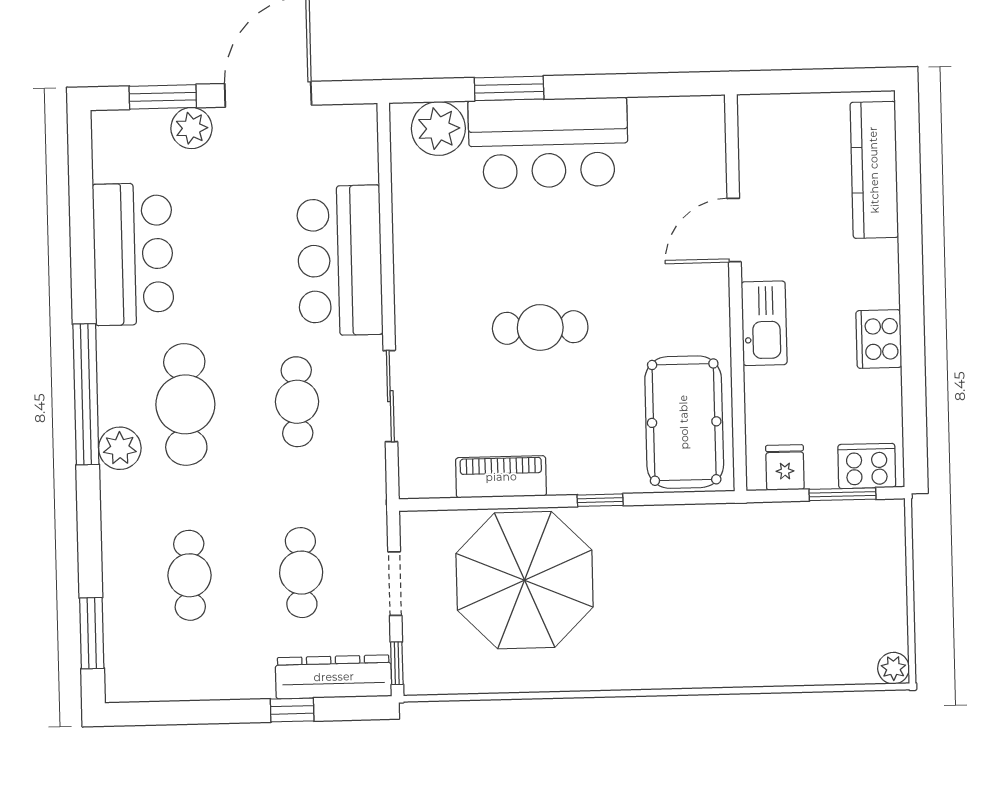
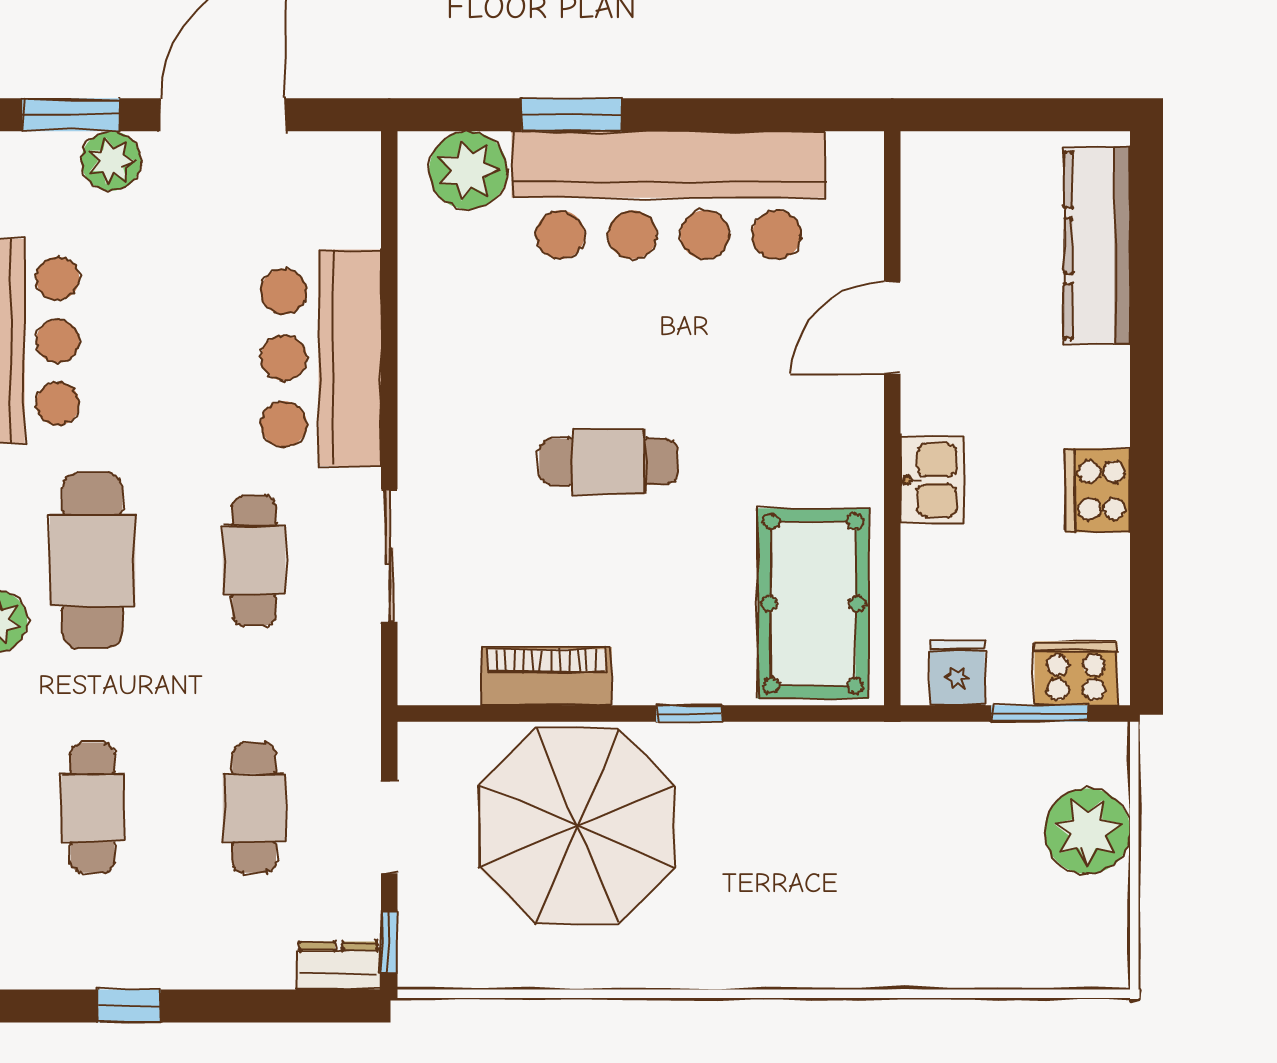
bar counter: (548, 143) -> (668, 195), width x1.36
kitchen sink: (764, 323) -> (932, 480), width x0.73
plant: (893, 668) -> (1087, 831), moved, width x1.88, depth x1.88
dresser: (334, 677) -> (338, 966), width x0.51, depth x0.80
window: (292, 710) -> (129, 1006), moved

